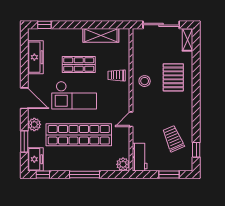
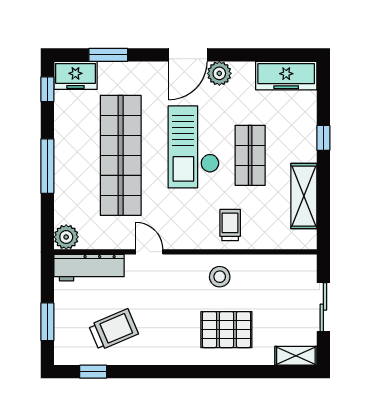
window: (44, 25) -> (323, 138), moved
sliding door: (161, 25) -> (323, 307), width x0.73
freezer: (35, 57) -> (286, 76), moved
plant: (34, 124) -> (219, 73), moved
workbench: (140, 157) -> (89, 268), width x1.38

